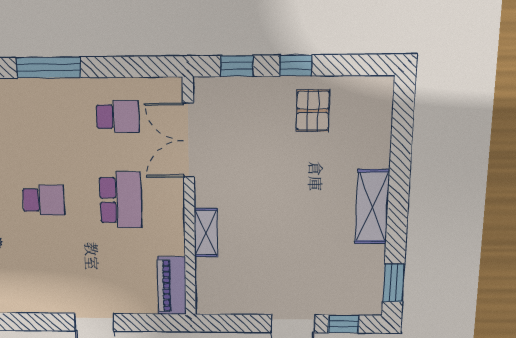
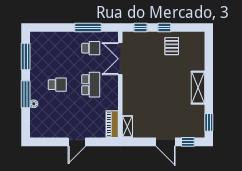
window: (49, 68) -> (88, 27), moved
shelving: (206, 233) -> (127, 127), moved

